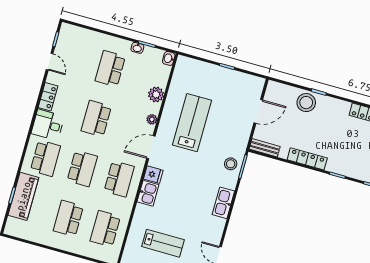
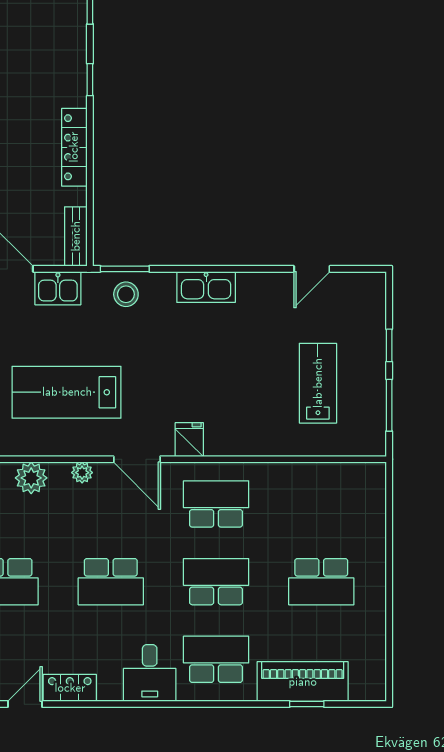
locker: (48, 97) -> (70, 688), moved
kitchen sink: (148, 193) -> (58, 288), moved, turned 180
school desk: (105, 229) -> (321, 504), removed

